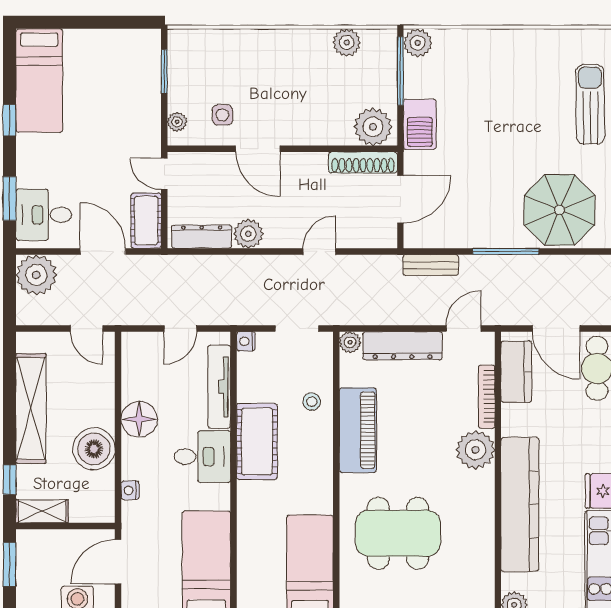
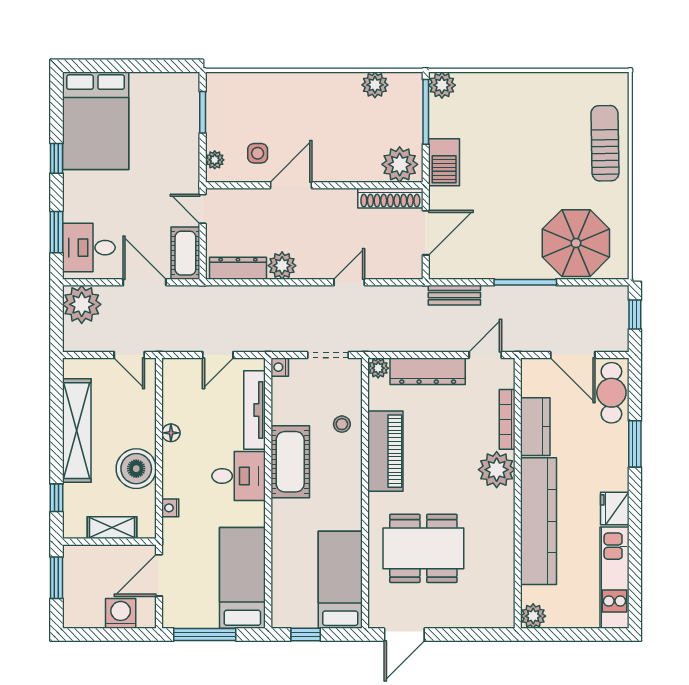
bed: (39, 81) -> (96, 121), width x1.50
door: (258, 149) -> (291, 185), swing flipped
kitchen counter: (516, 372) -> (535, 427), moved
floor lamp: (139, 419) -> (171, 433), width x0.53, depth x0.53
shelving: (42, 511) -> (112, 528), moved

